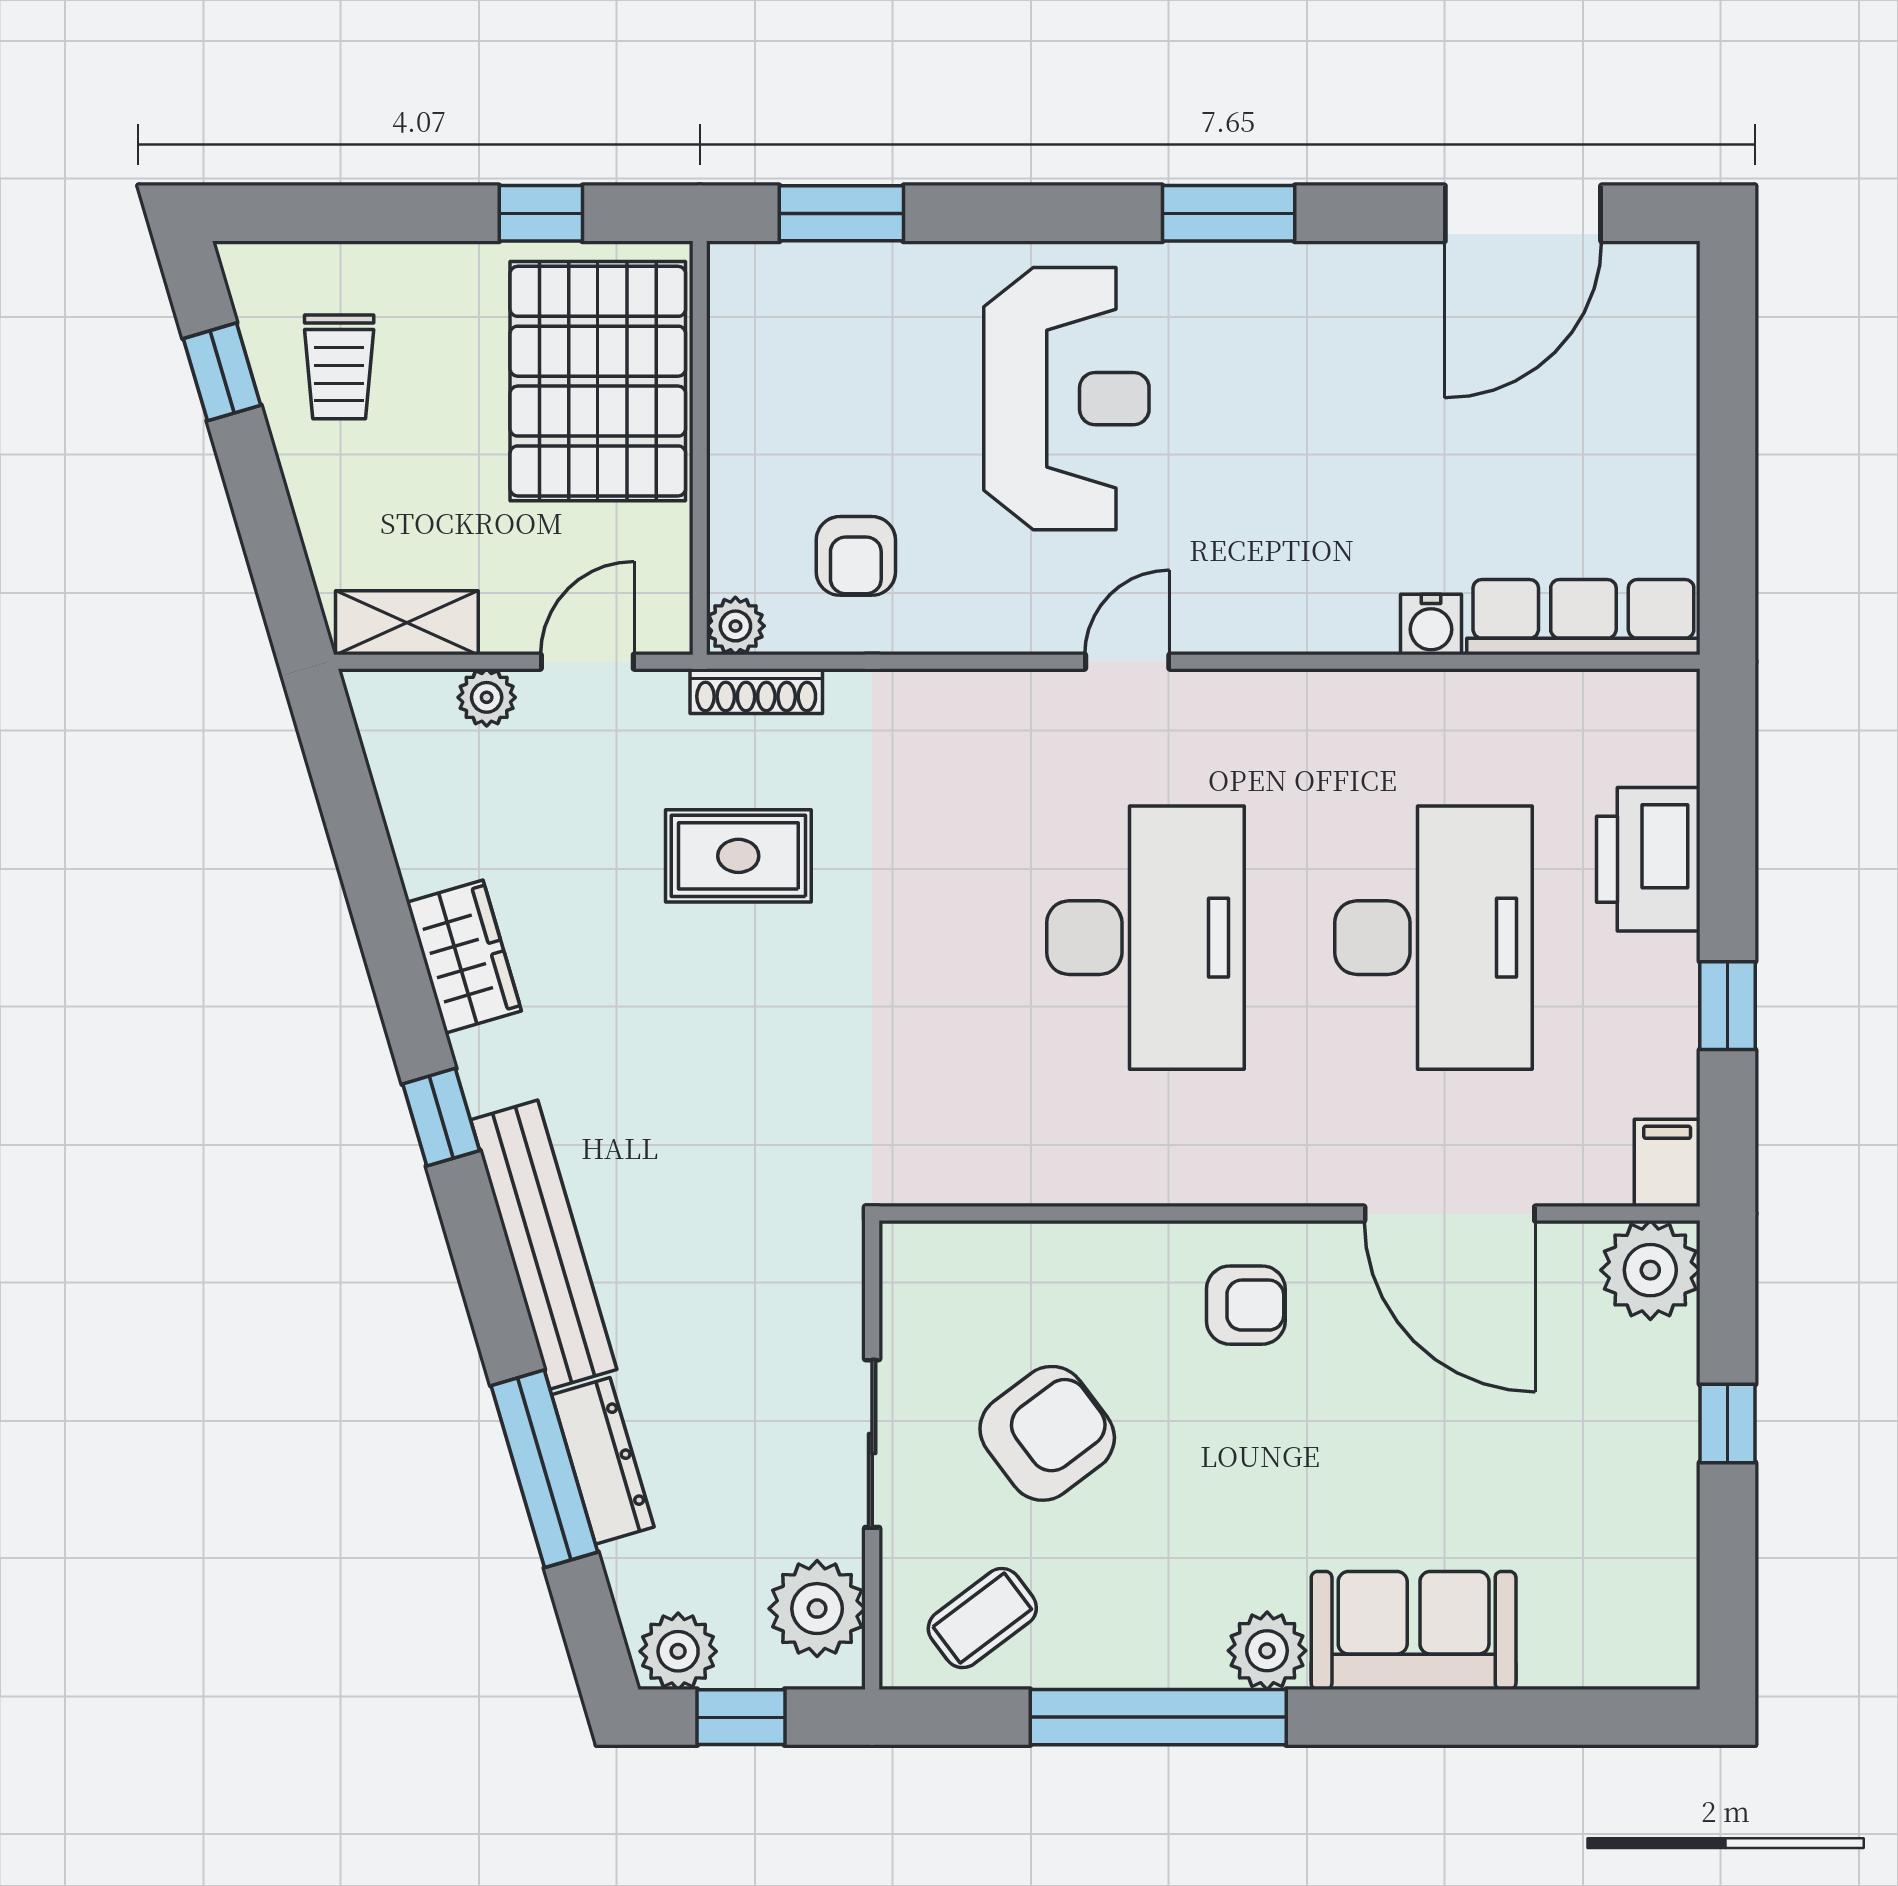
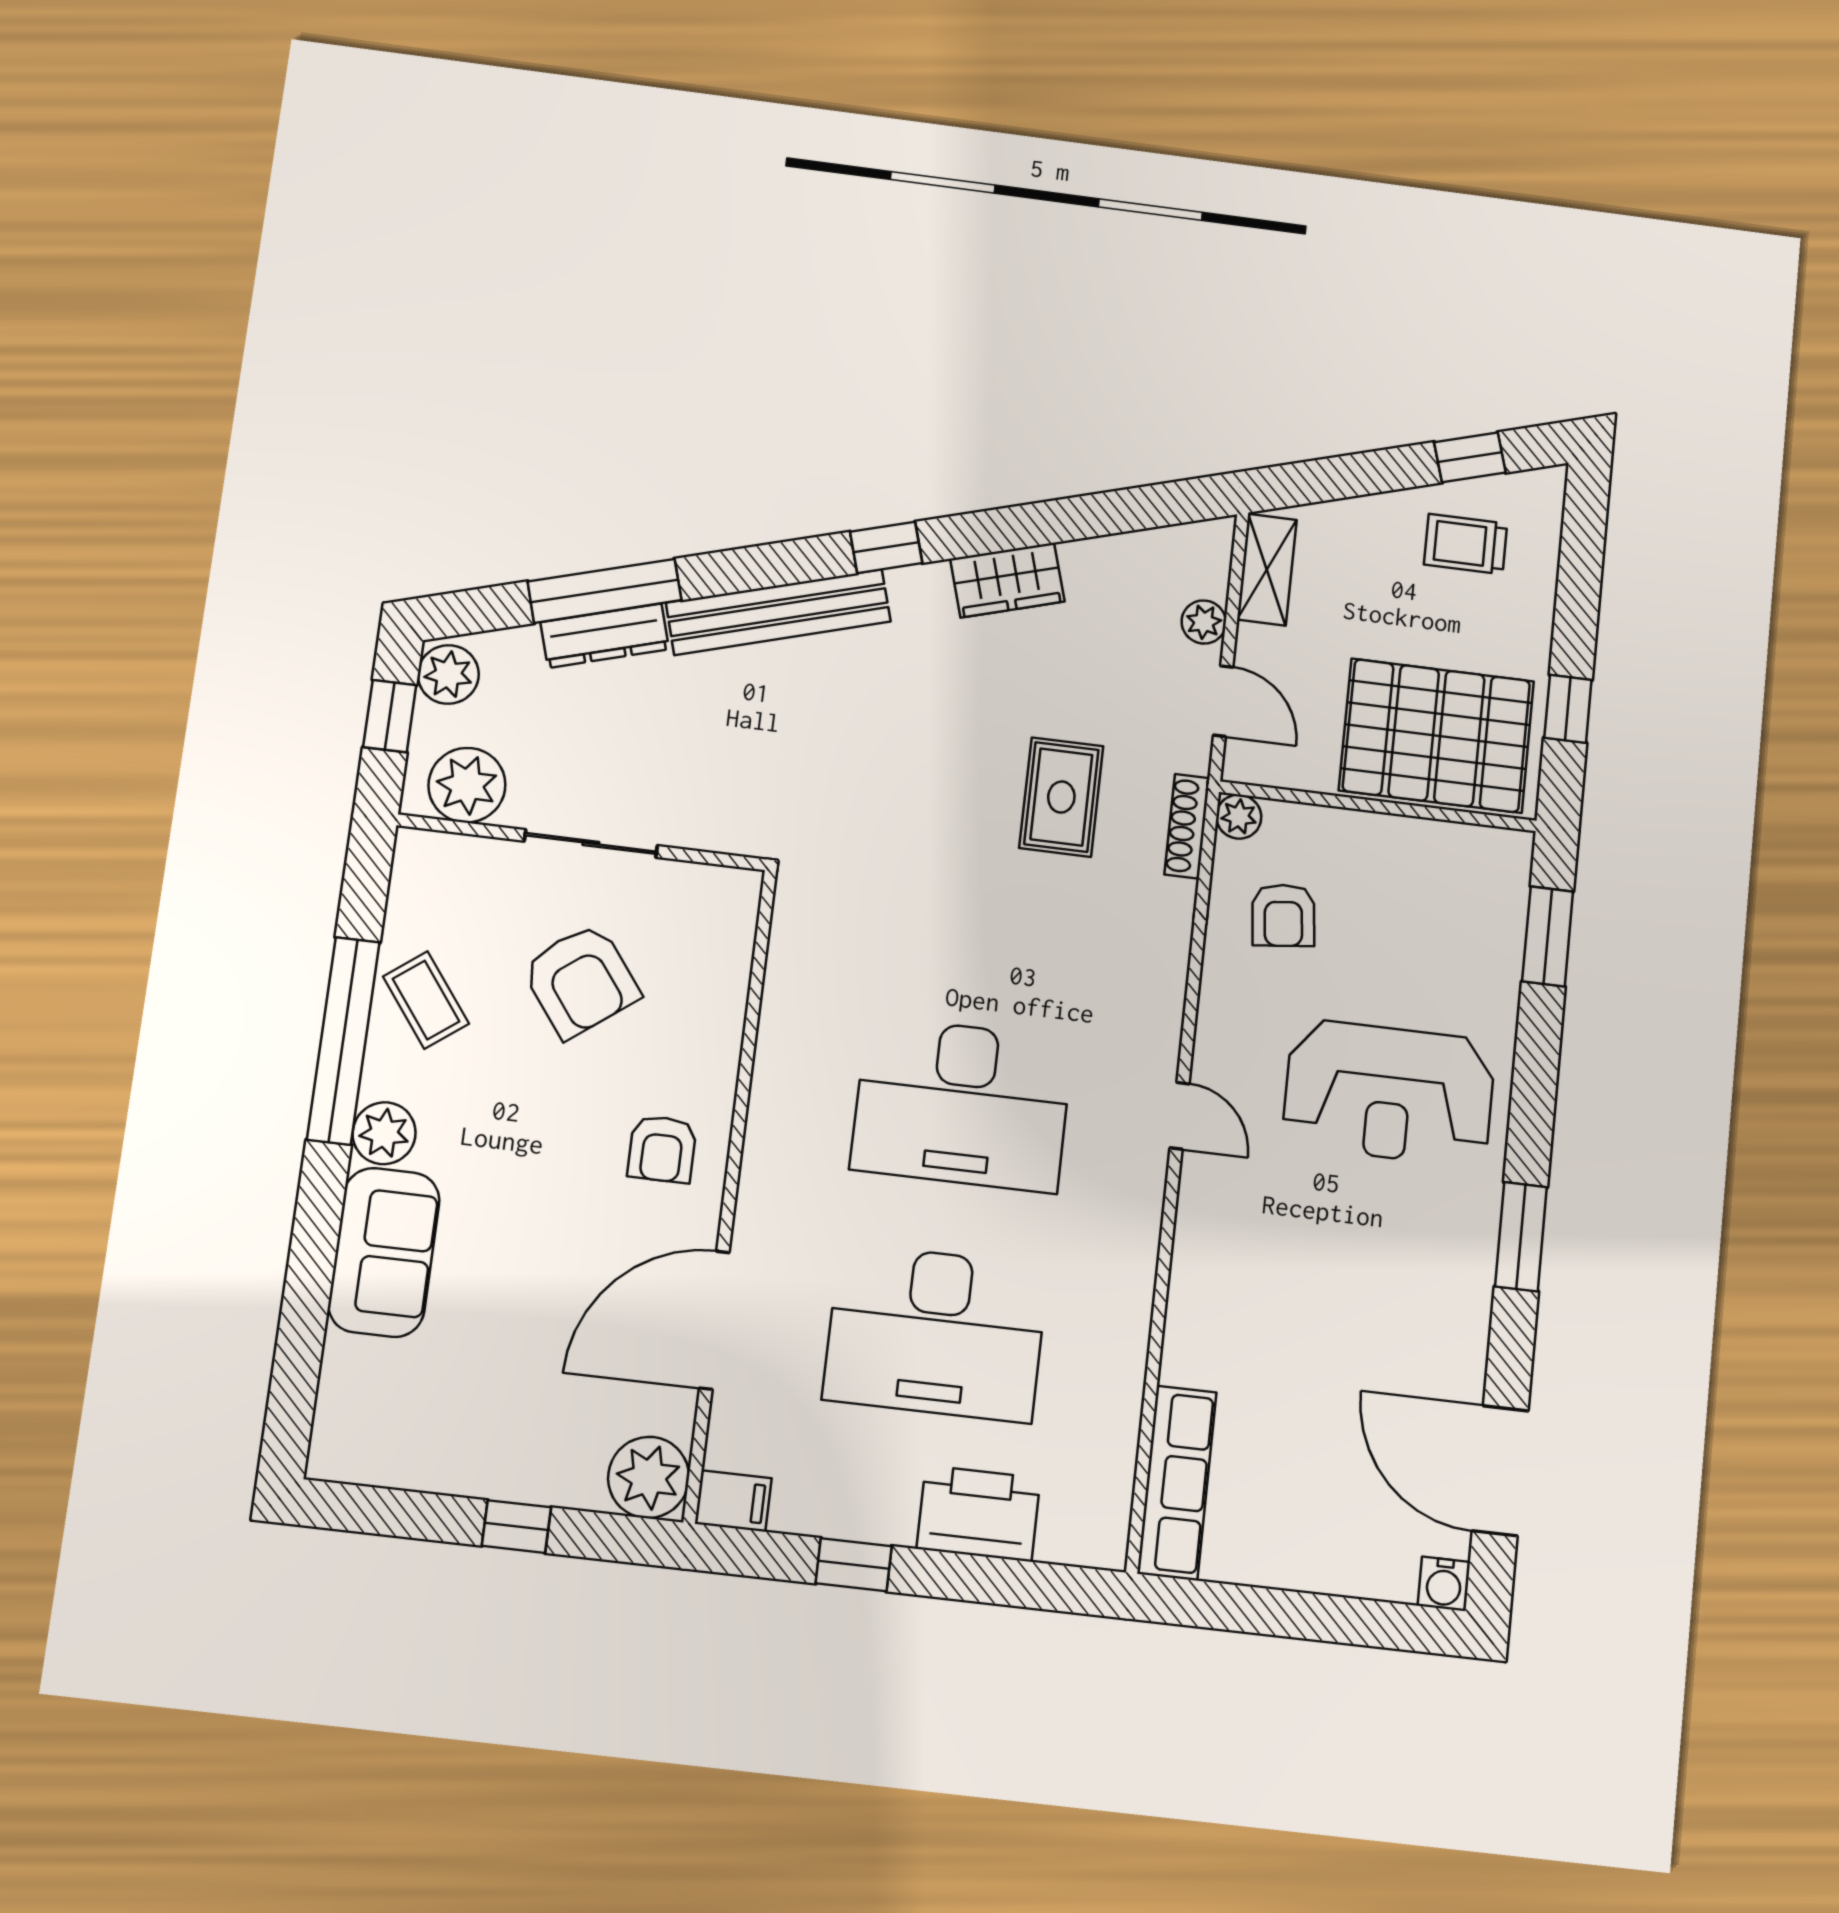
armchair: (856, 556) -> (1283, 915), turned -96
water cooler: (1431, 624) -> (1444, 1584), moved, turned -90
coffee table: (982, 1618) -> (426, 1000), moved

